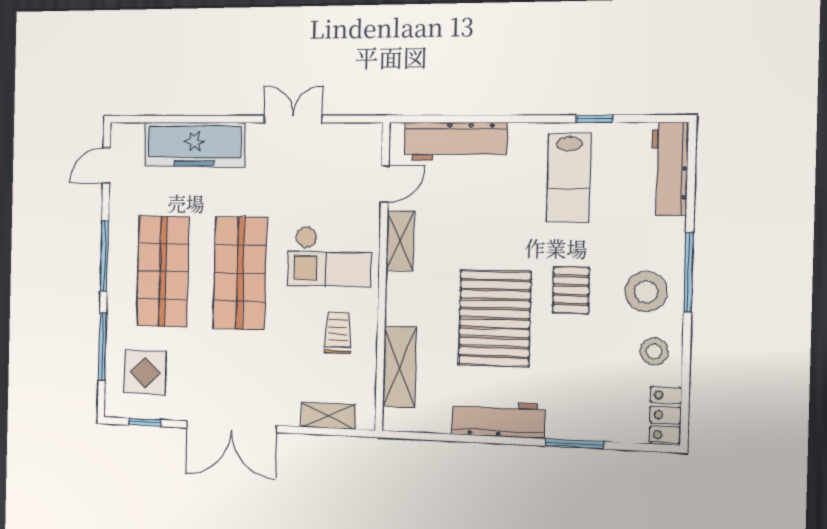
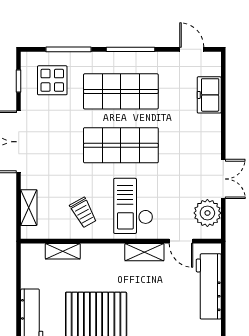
plant: (343, 143) -> (207, 213), added
freezer: (194, 145) -> (209, 95), width x0.52, depth x0.79
trolley: (338, 333) -> (83, 213), turned 61
shelving: (400, 367) -> (63, 251), width x0.67, depth x0.75

